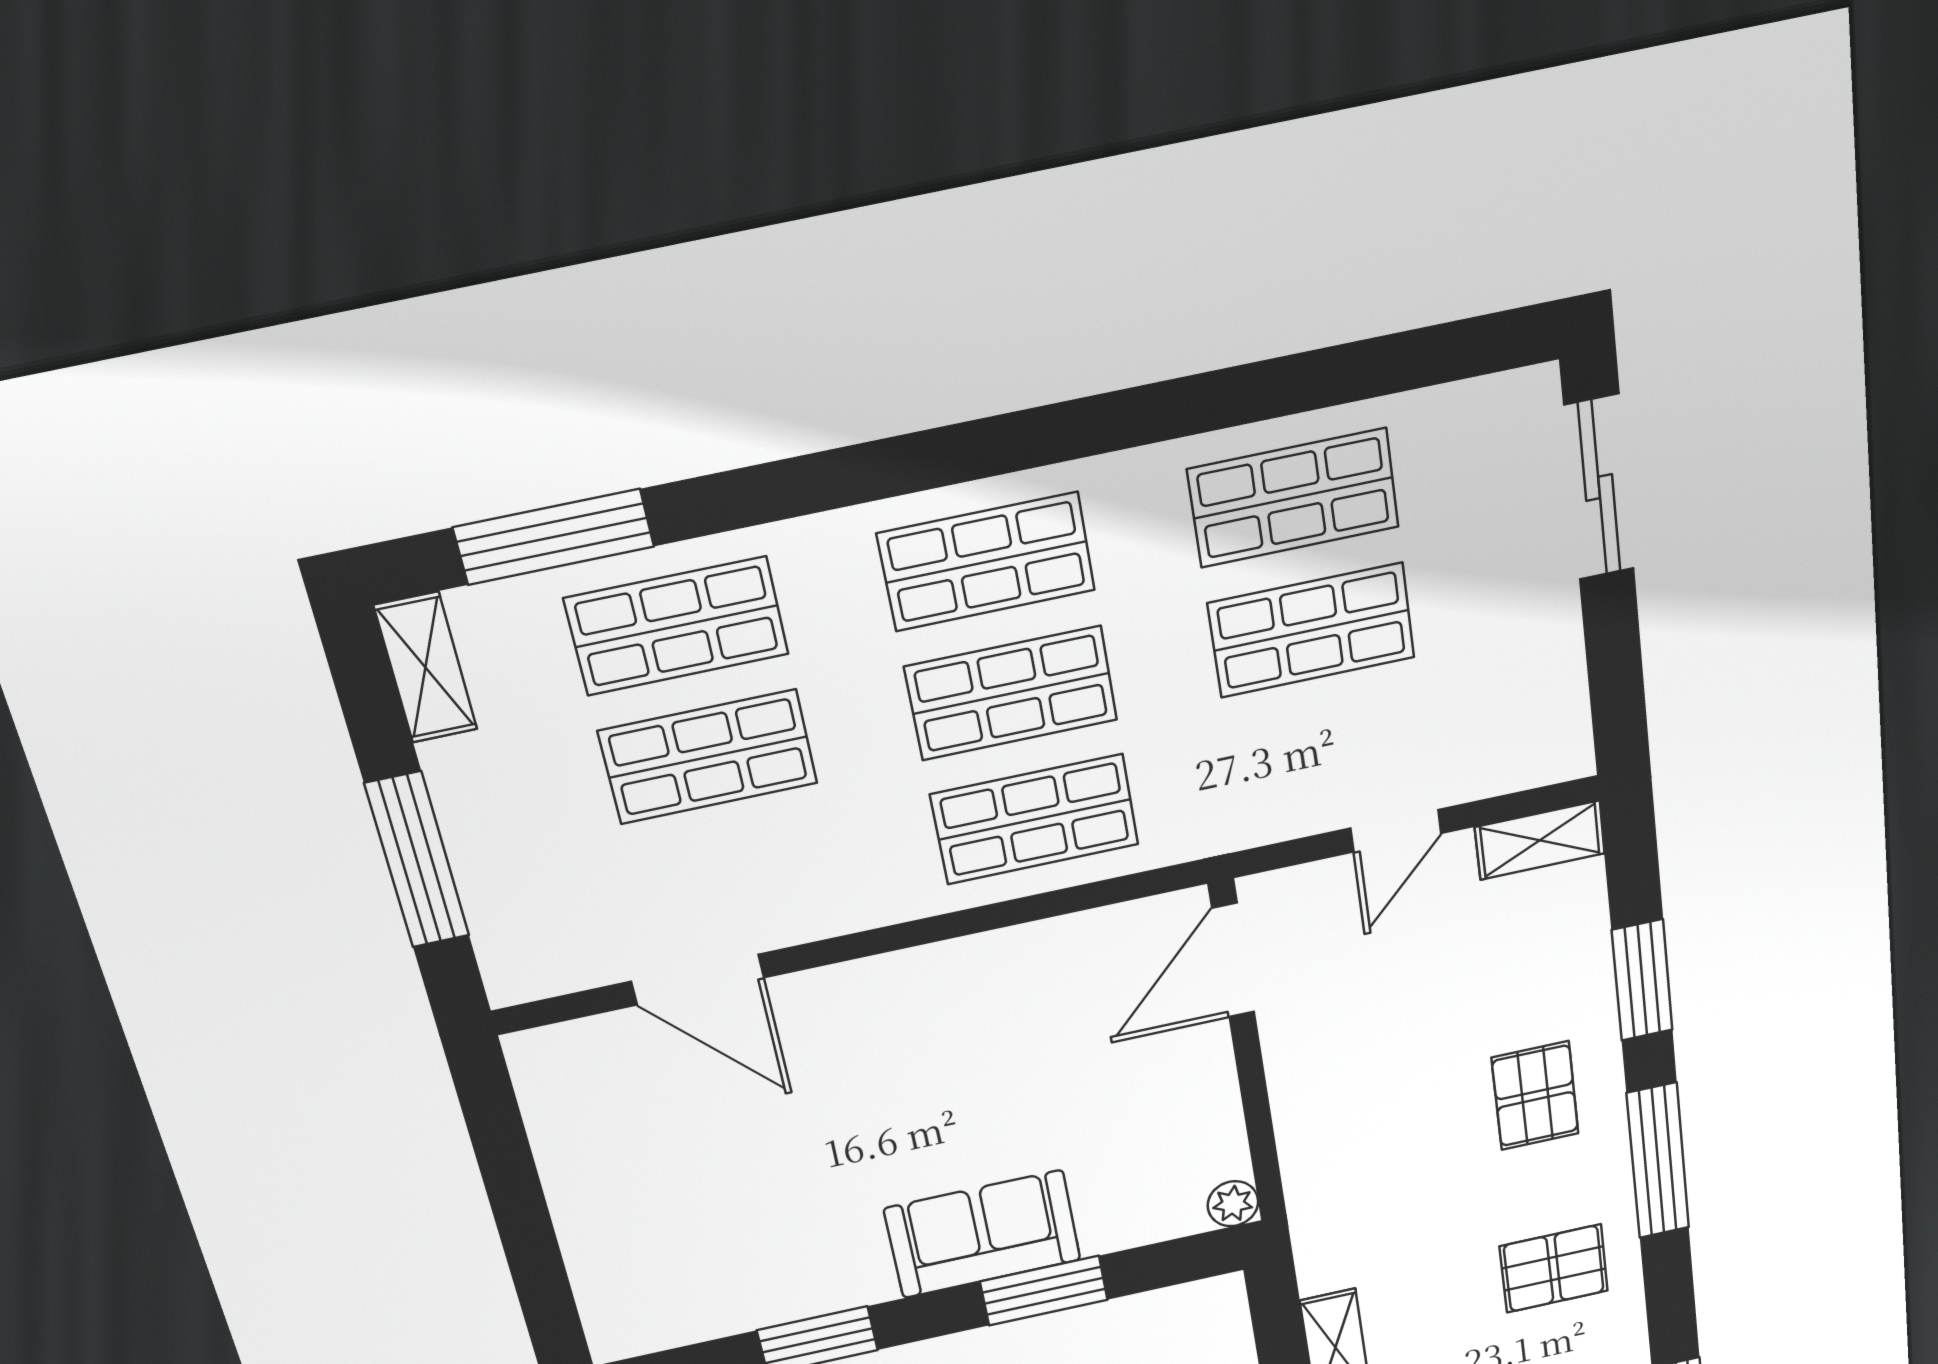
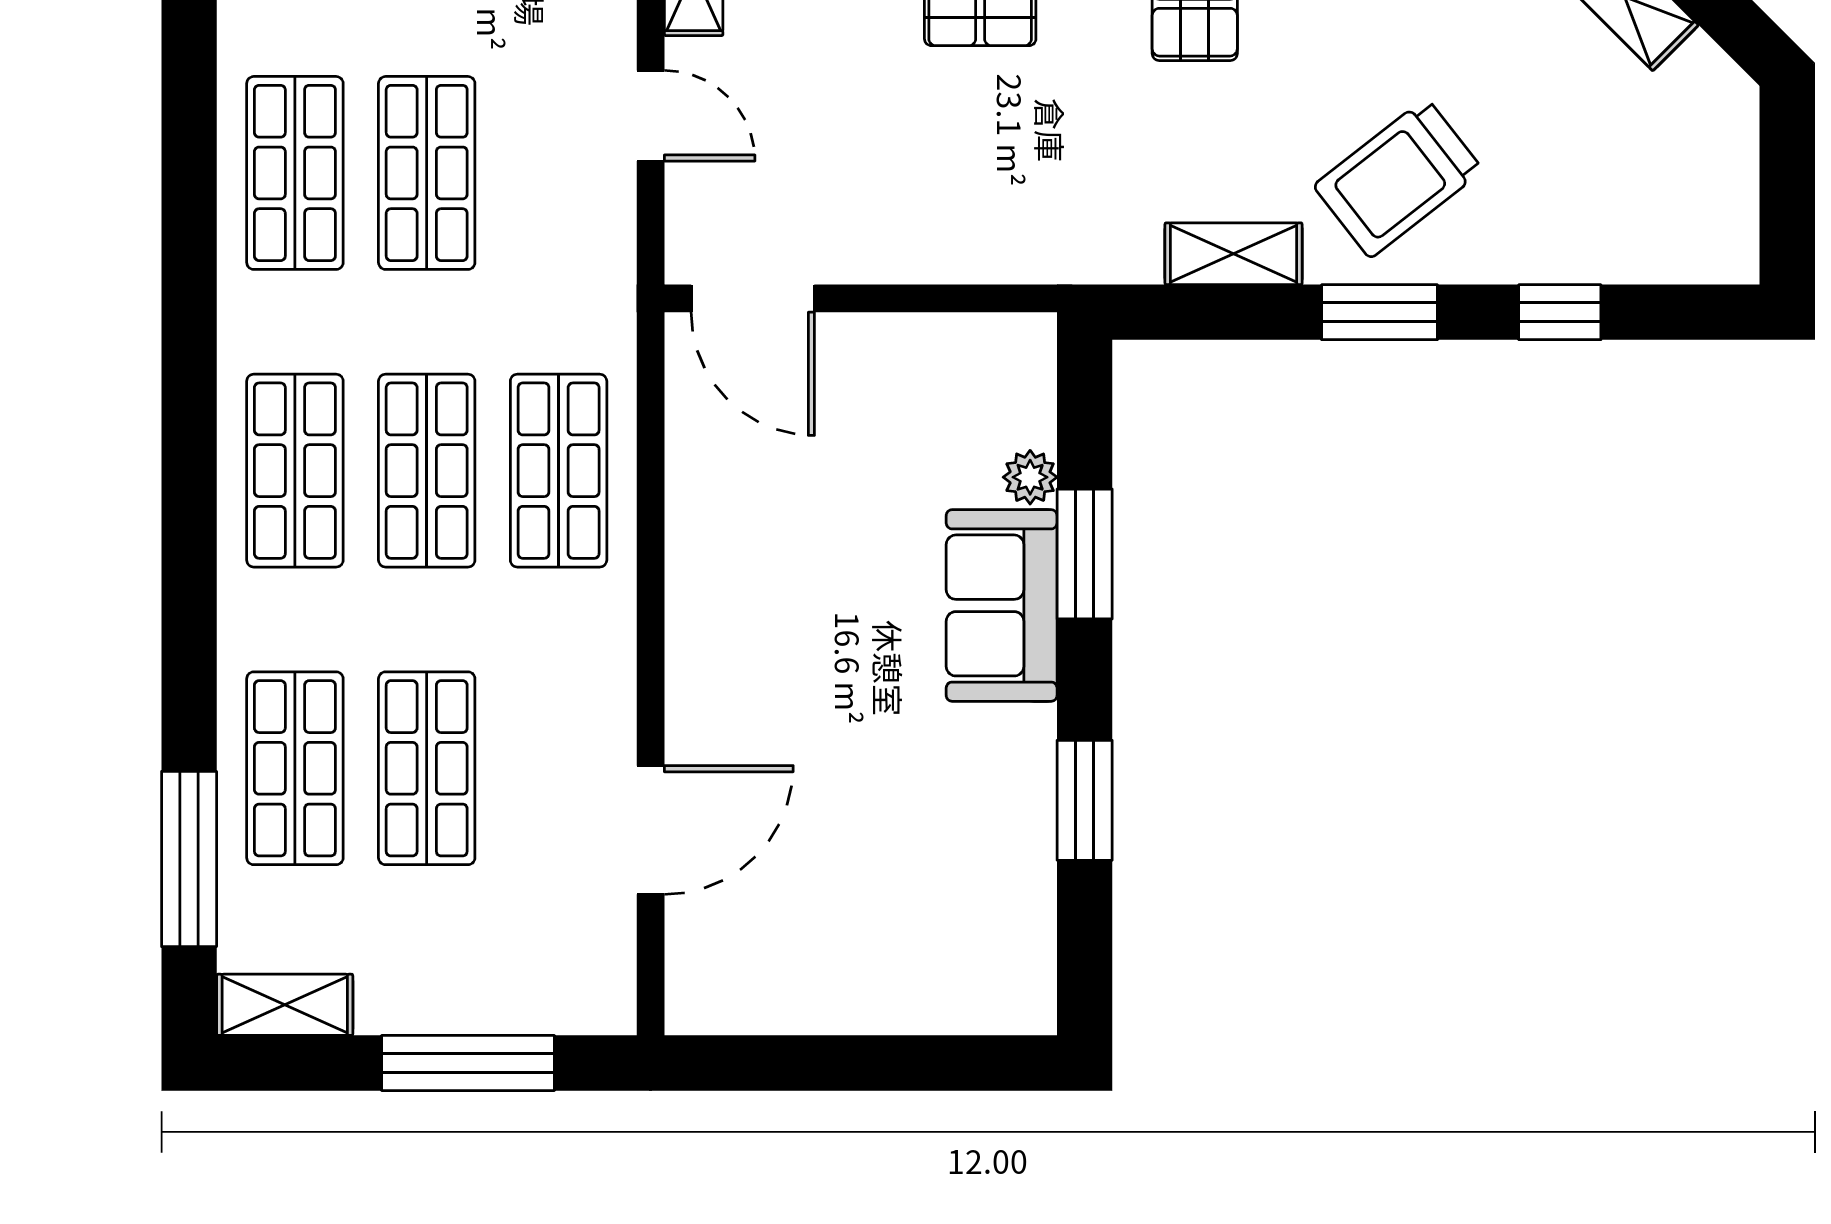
plant: (1233, 1204) -> (1030, 477), moved

